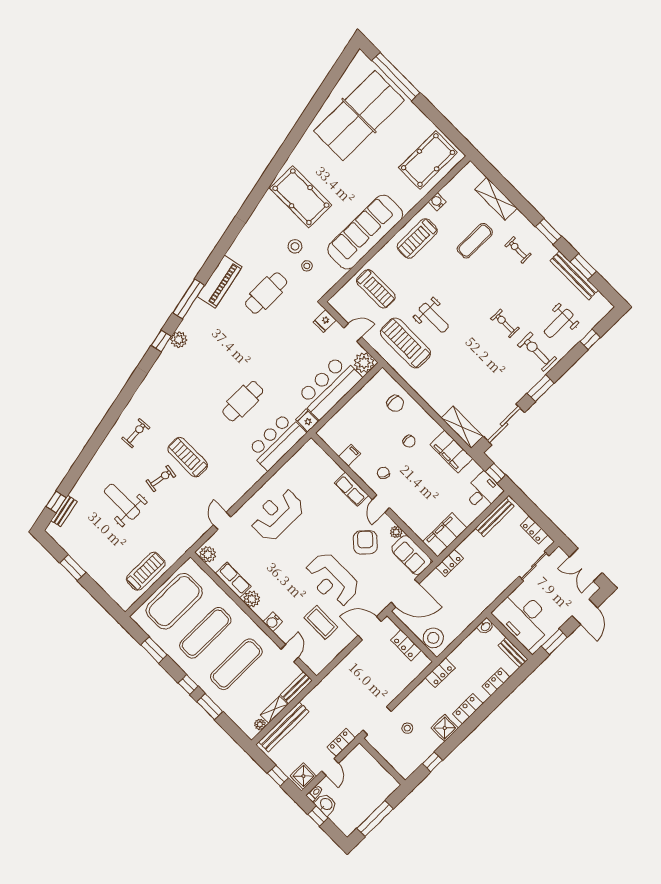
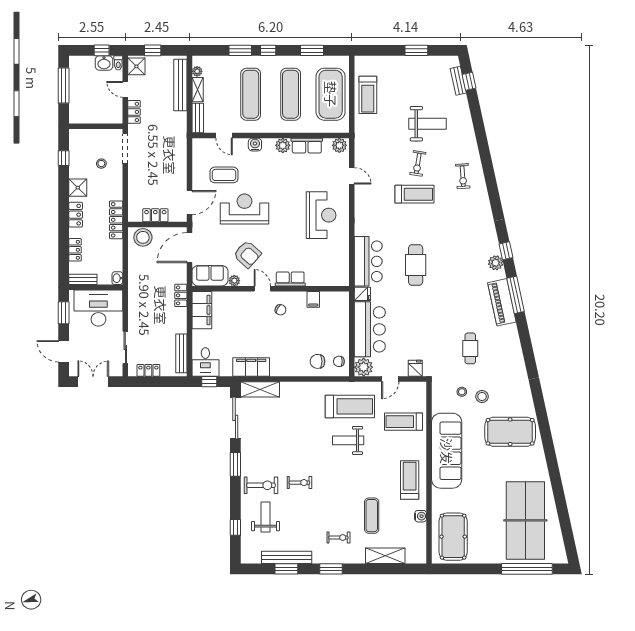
piano: (220, 282) -> (502, 302), moved
cafe table: (266, 293) -> (470, 348), width x0.73, depth x0.74
chair: (409, 441) -> (339, 361), moved
locker: (440, 673) -> (116, 220), width x1.53

